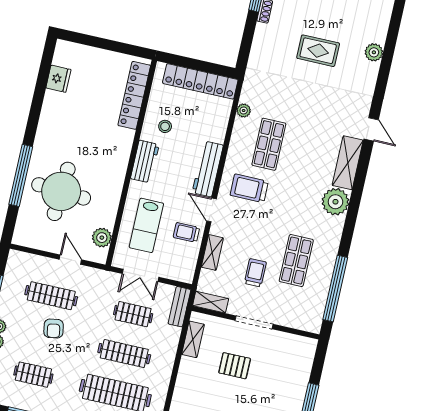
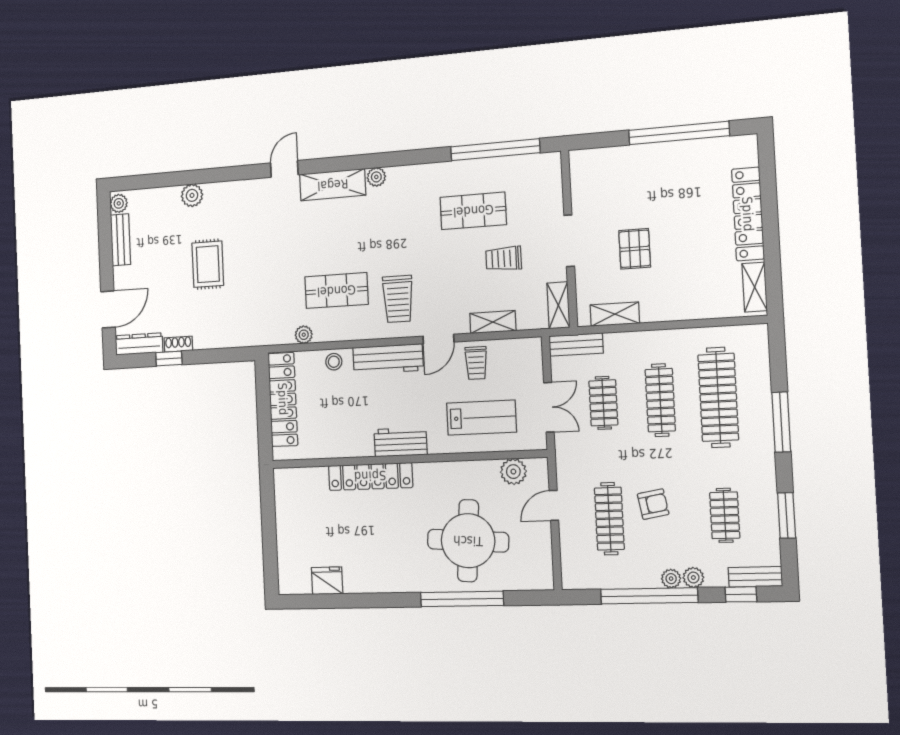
locker: (134, 95) -> (370, 476), moved
stool: (165, 126) -> (334, 362), moved
plant: (335, 202) -> (376, 177), width x0.53, depth x0.53

